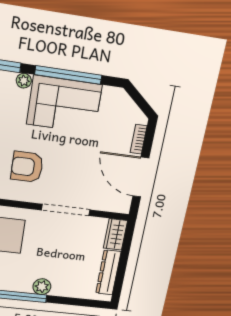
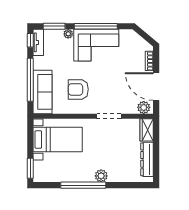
plant: (117, 204) -> (144, 107), added
doorway: (66, 210) -> (109, 116), width x0.73

